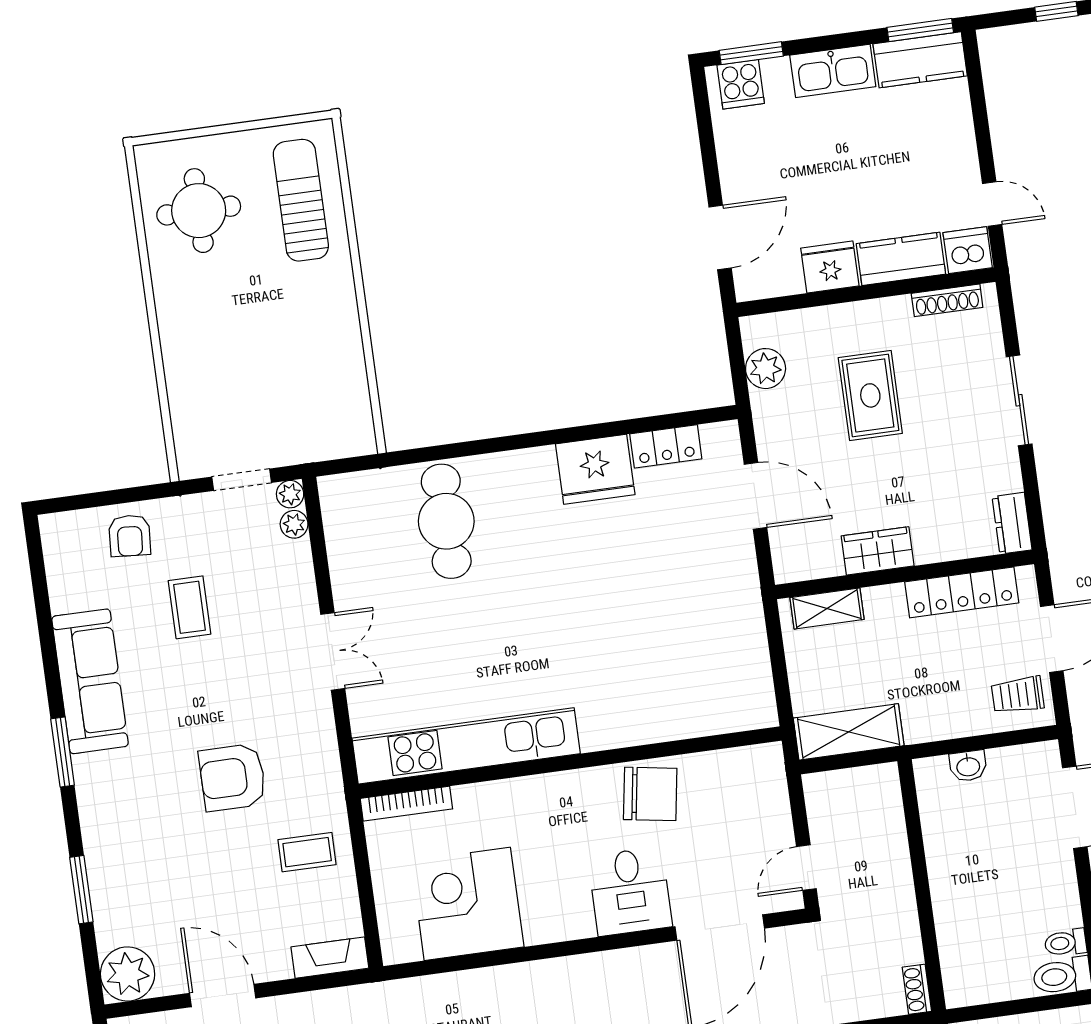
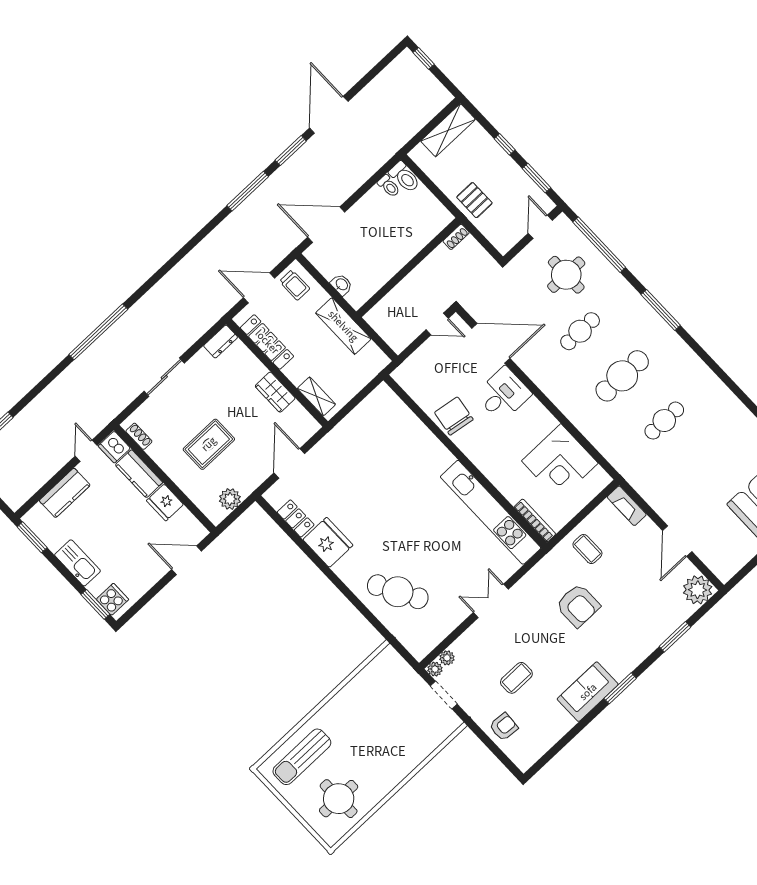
kitchen counter: (920, 60) -> (65, 493), moved, turned 90
shoe rack: (947, 300) -> (139, 436), width x0.70
cafe table: (446, 521) -> (398, 592), turned 61
sofa: (90, 681) -> (588, 692), width x0.73
shelving: (849, 732) -> (343, 326), moved

